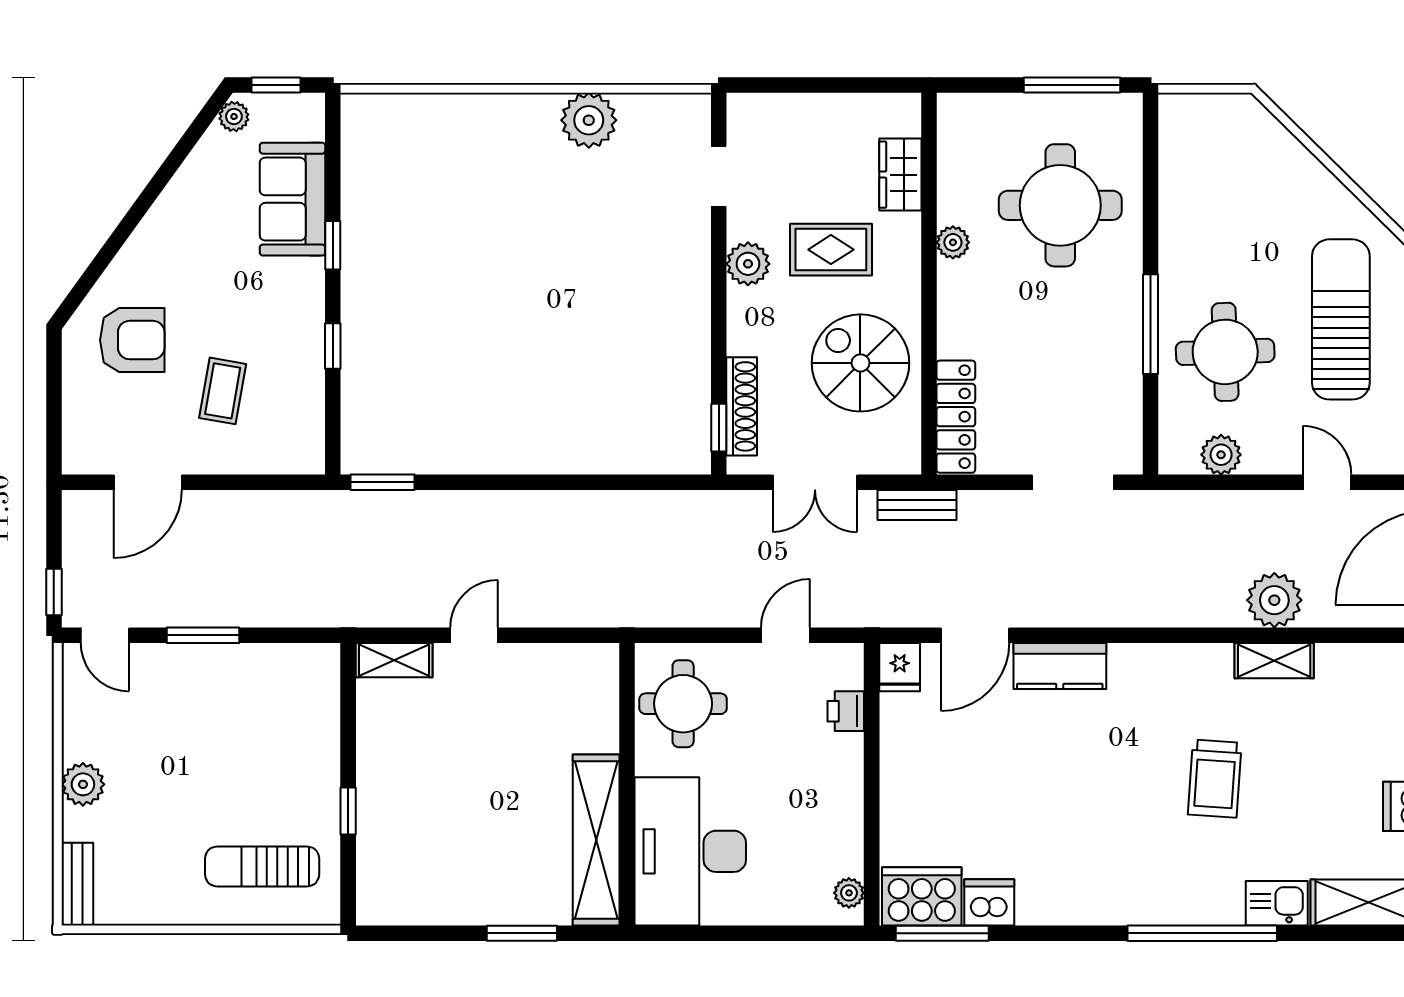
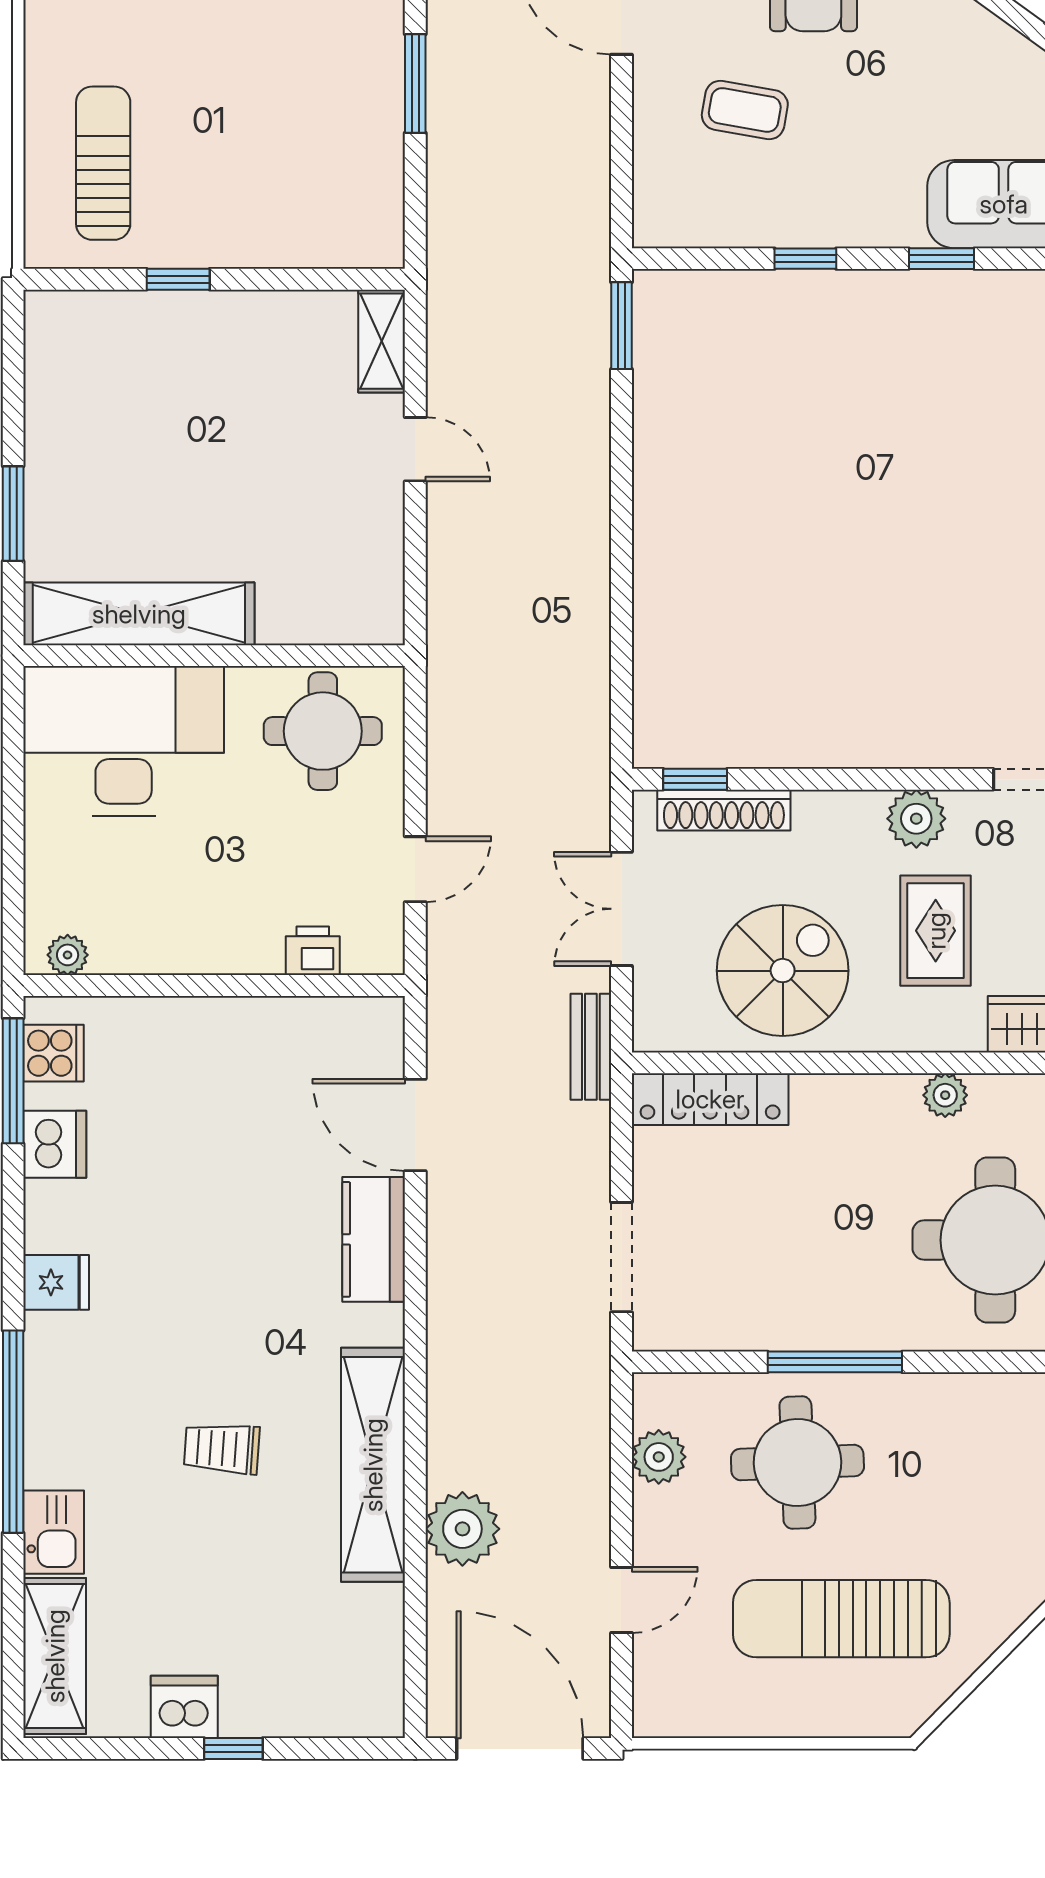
sun lounger: (1341, 319) -> (841, 1619), turned 180
door: (785, 635) -> (415, 869), hinge flipped
shelving: (1274, 661) -> (373, 1465), width x2.20, depth x1.33
fridge: (900, 667) -> (56, 1282), moved, turned 180
trolley: (1215, 779) -> (222, 1449), width x0.73, depth x0.72
cooker: (922, 896) -> (53, 1053), width x0.53, depth x0.76

